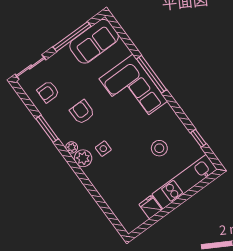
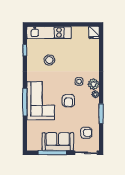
sofa: (94, 41) -> (58, 142), moved
armchair: (82, 112) -> (68, 101), moved
fridge: (150, 207) -> (94, 32), moved

